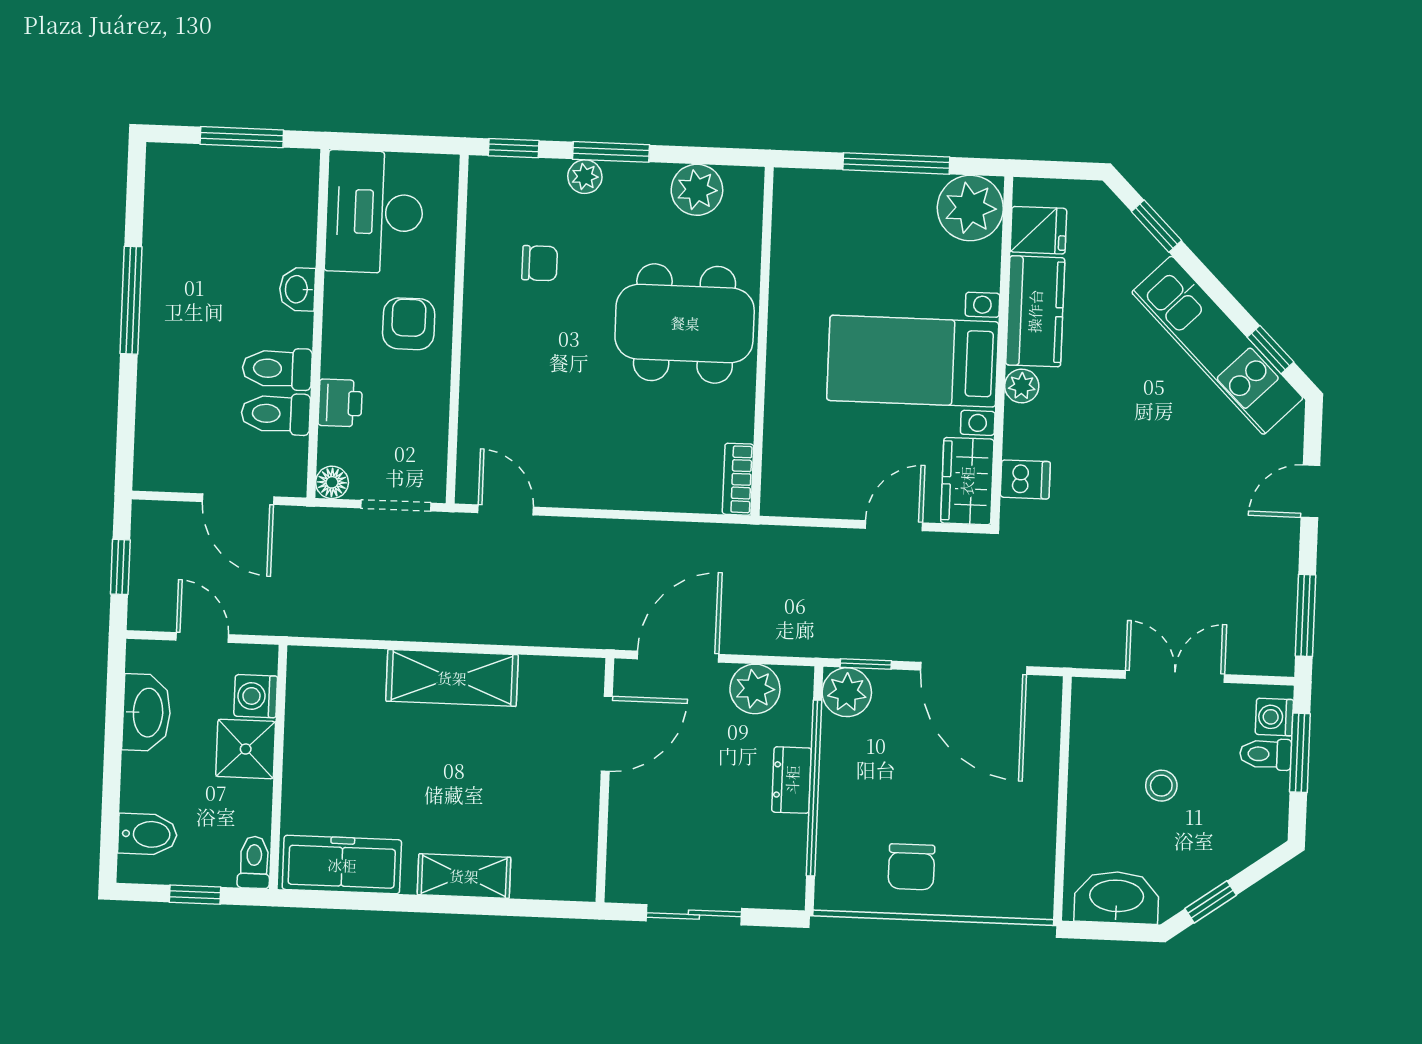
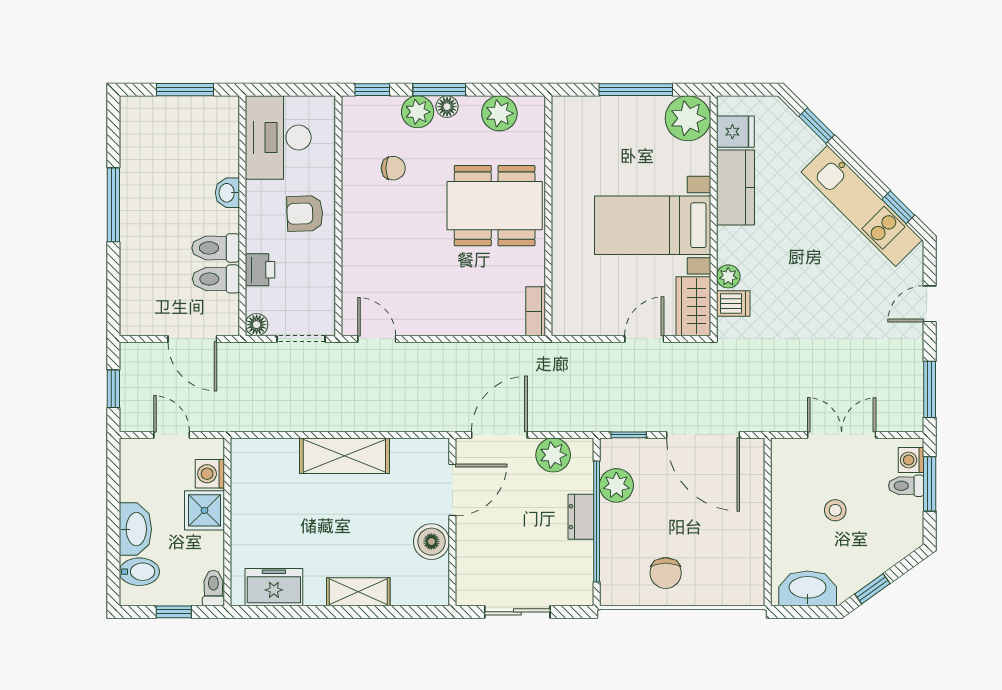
plant: (585, 177) -> (418, 112), width x1.38, depth x1.38
floor lamp: (621, 177) -> (447, 107), added
armchair: (409, 324) -> (305, 213), turned -92
plant: (1022, 386) -> (728, 276), moved
plant: (847, 692) -> (616, 485), moved
washbasin: (147, 712) -> (135, 529), moved
boiler: (573, 807) -> (431, 542), added
freezer: (342, 865) -> (274, 587), width x0.71

